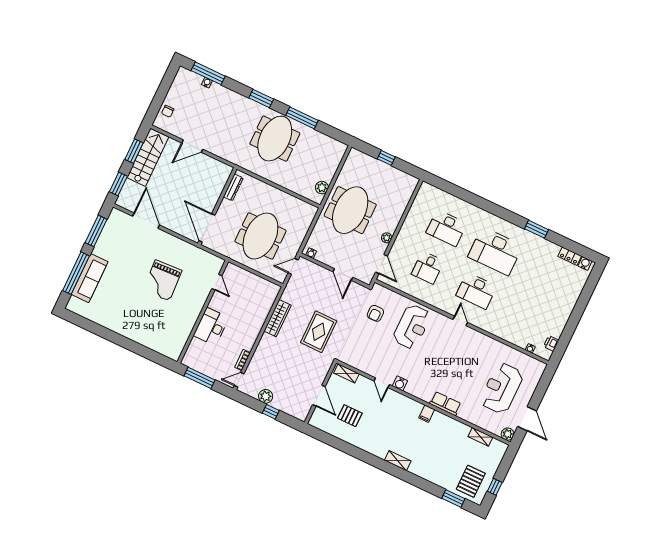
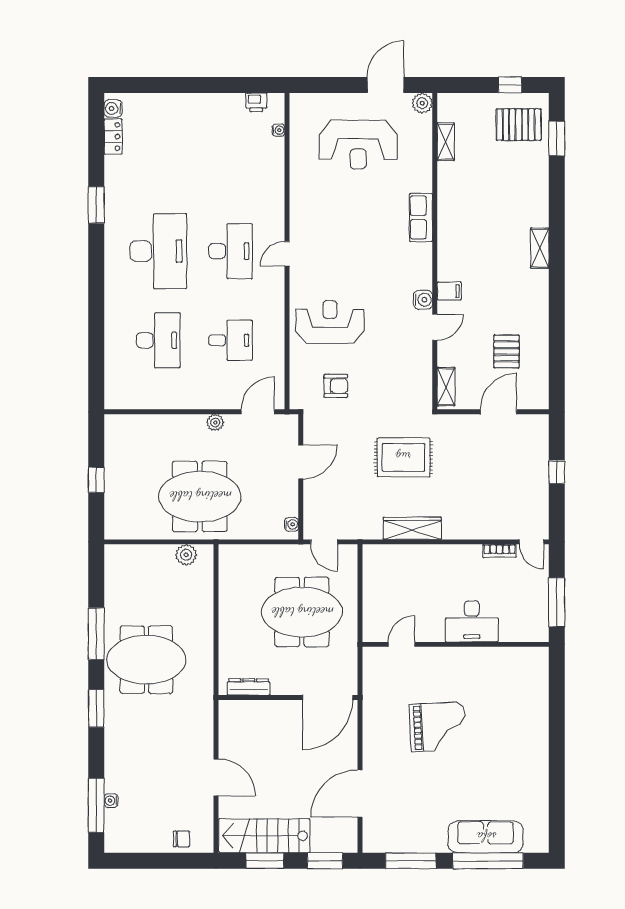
plant: (266, 396) -> (537, 491), removed
filing cabinet: (427, 414) -> (449, 291), moved

